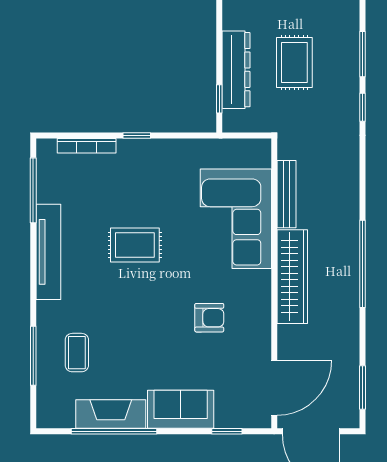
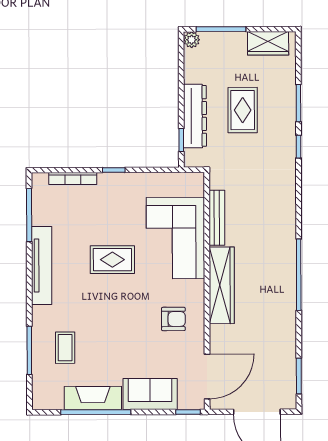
bench: (287, 194) -> (217, 218), moved
corner sofa: (236, 219) -> (175, 238), moved
wardrobe: (292, 277) -> (222, 285), moved
wall: (274, 283) -> (207, 291), moved
door: (274, 388) -> (207, 376), moved

